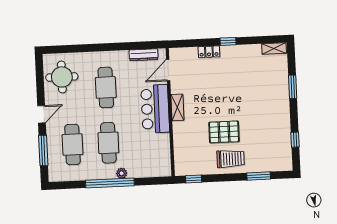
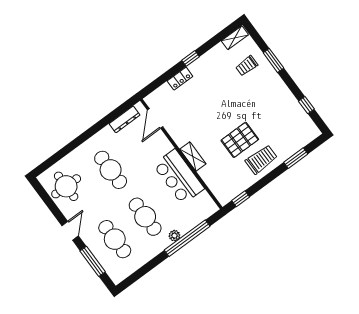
trolley: (268, 77) -> (247, 66), added
shelving: (177, 107) -> (193, 156), moved
bar counter: (155, 109) -> (179, 177), moved
window: (110, 183) -> (187, 238), moved

